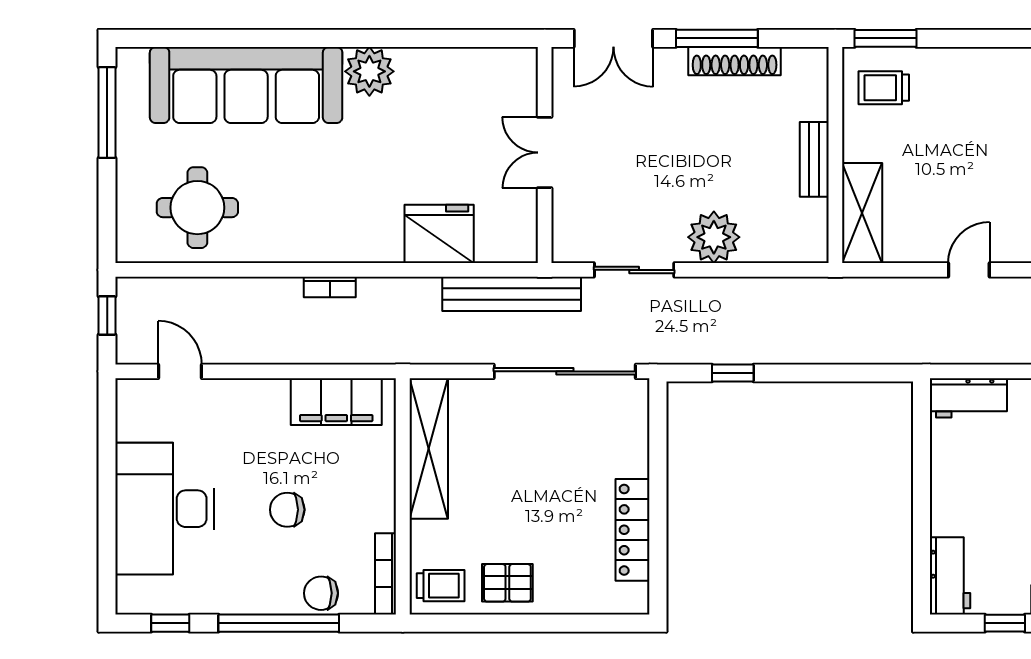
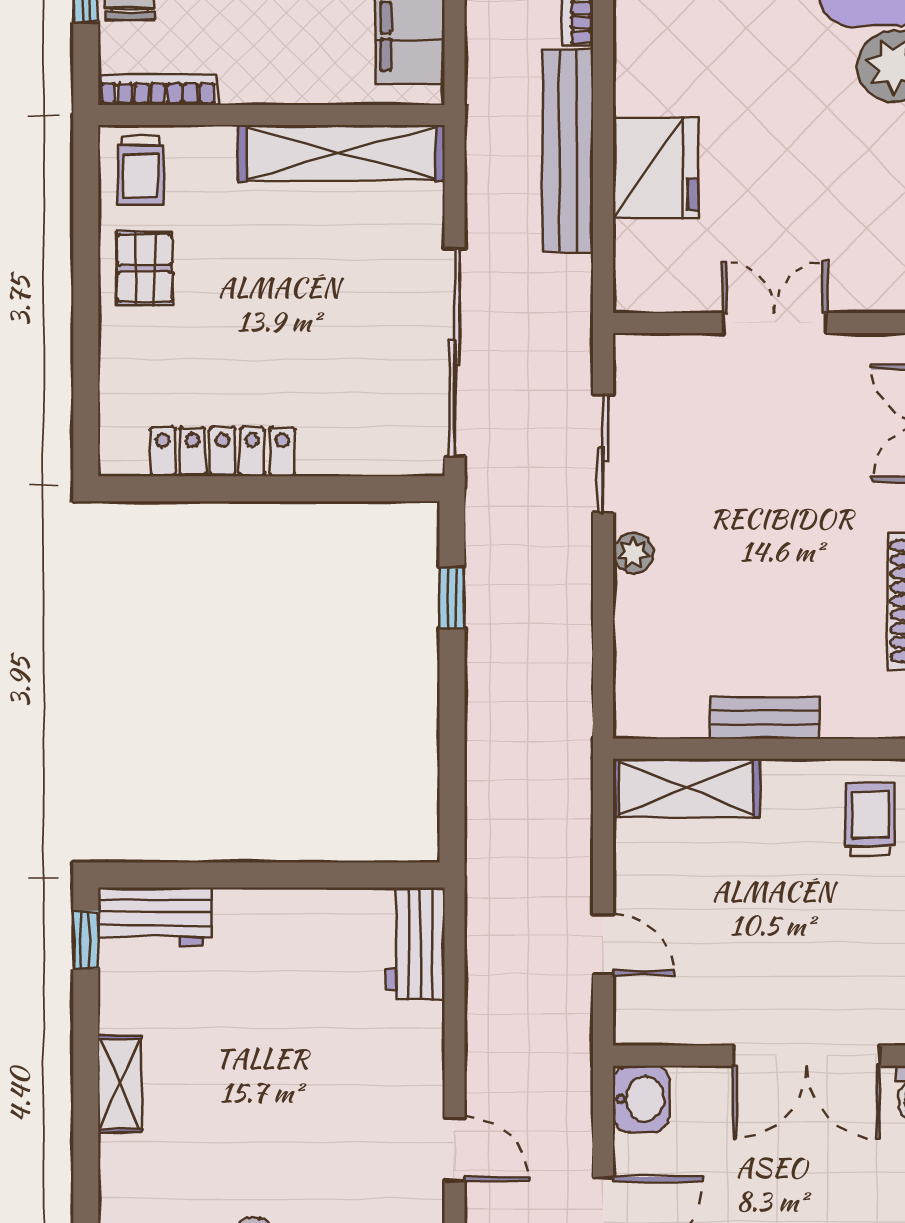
plant: (714, 237) -> (633, 553), width x0.53, depth x0.53
bench: (512, 294) -> (568, 151), moved
window: (1005, 623) -> (86, 940), moved

